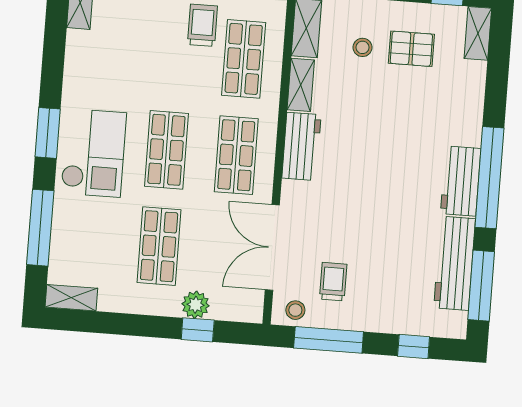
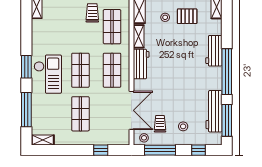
workbench: (461, 181) -> (214, 51), moved
double door: (272, 247) -> (131, 110), swing flipped
stool: (384, 291) -> (183, 126), added
plant: (196, 305) -> (99, 139), removed

